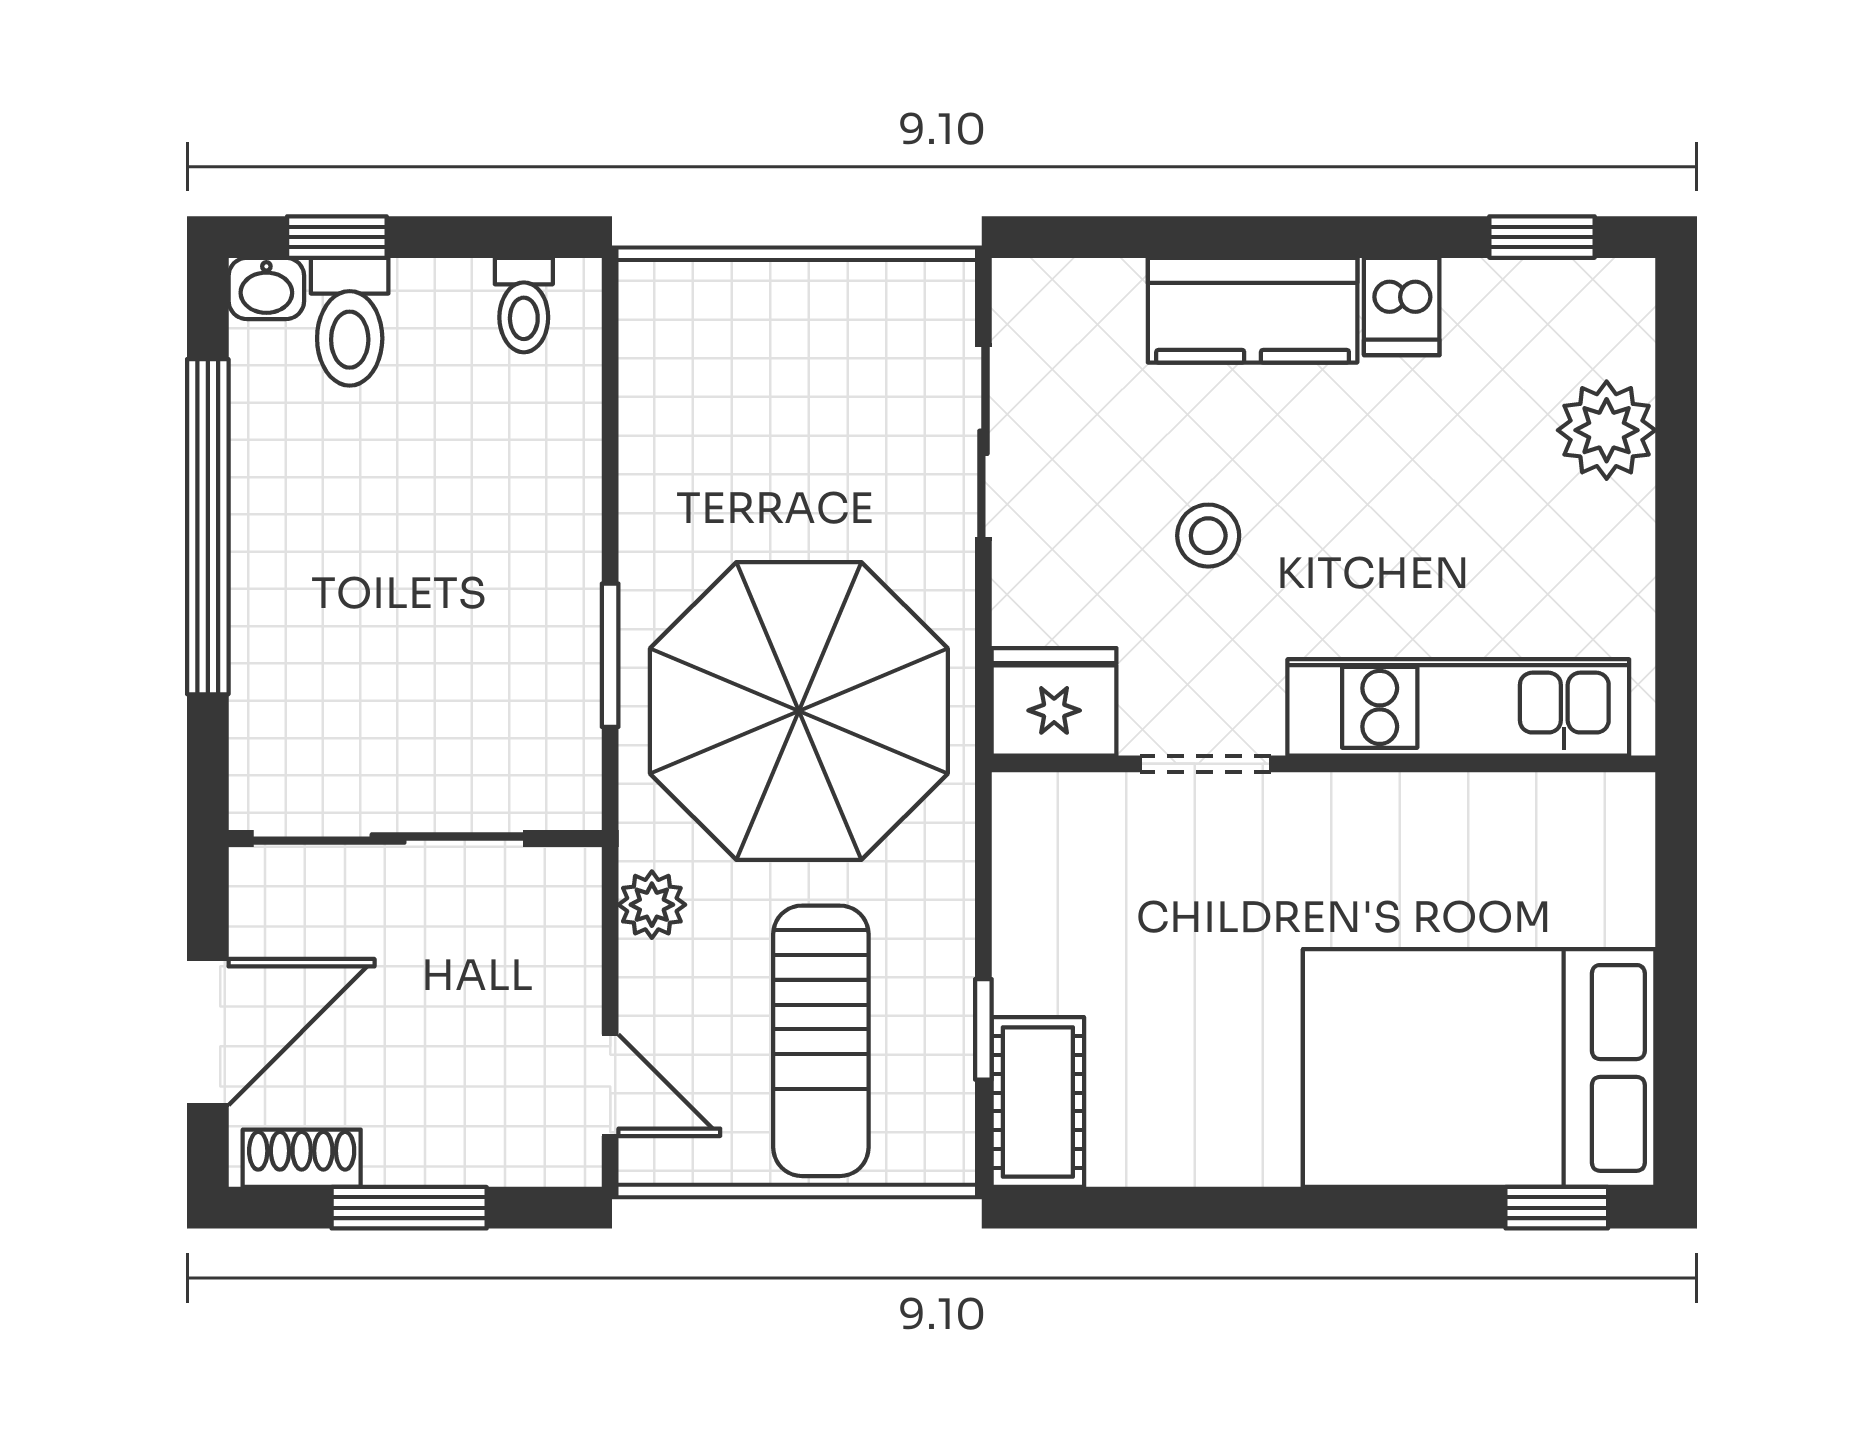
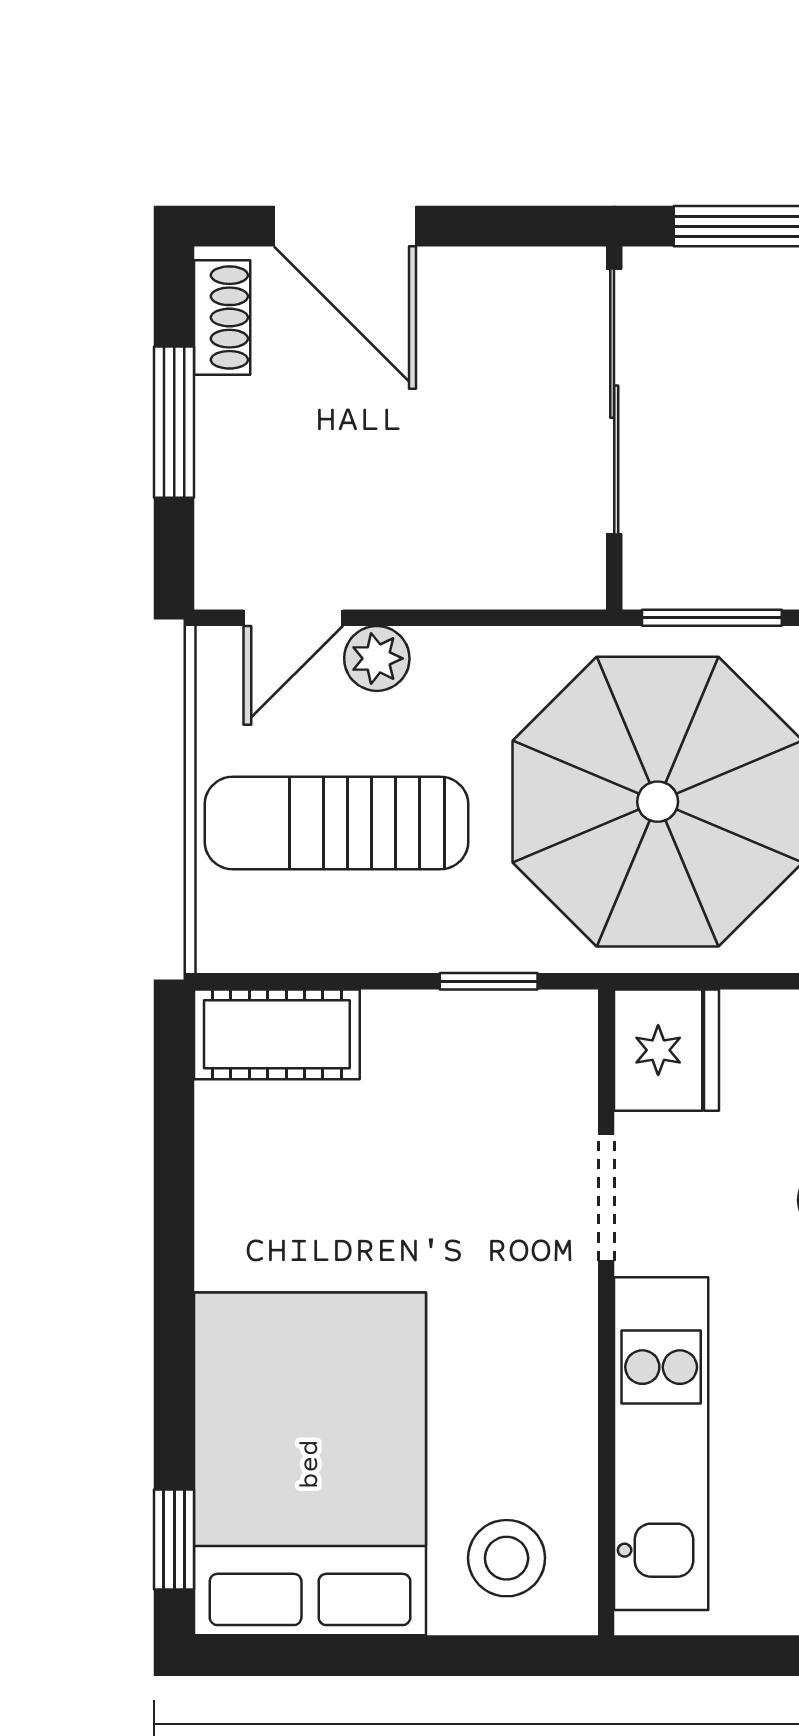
sliding door: (388, 839) -> (614, 402), moved
wall: (415, 839) -> (614, 428), moved
stool: (1576, 866) -> (507, 1558), added
plant: (652, 905) -> (377, 658), moved
window: (983, 1029) -> (489, 981), moved

